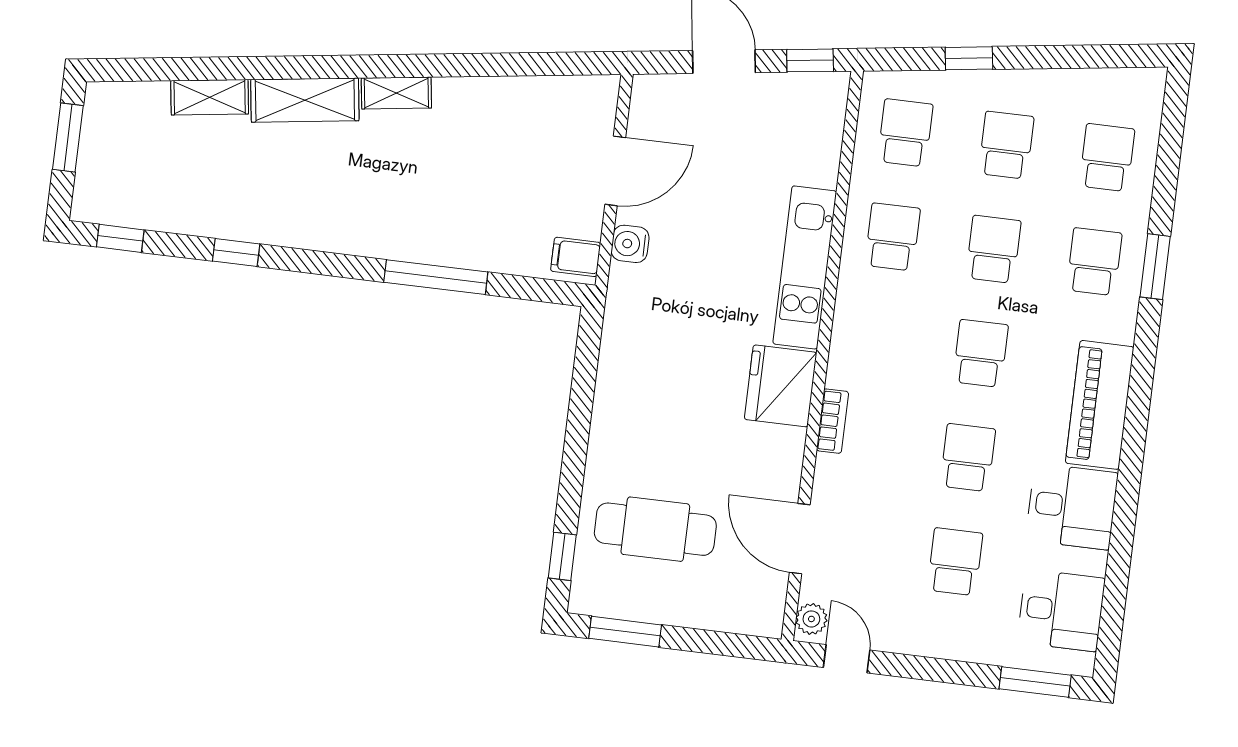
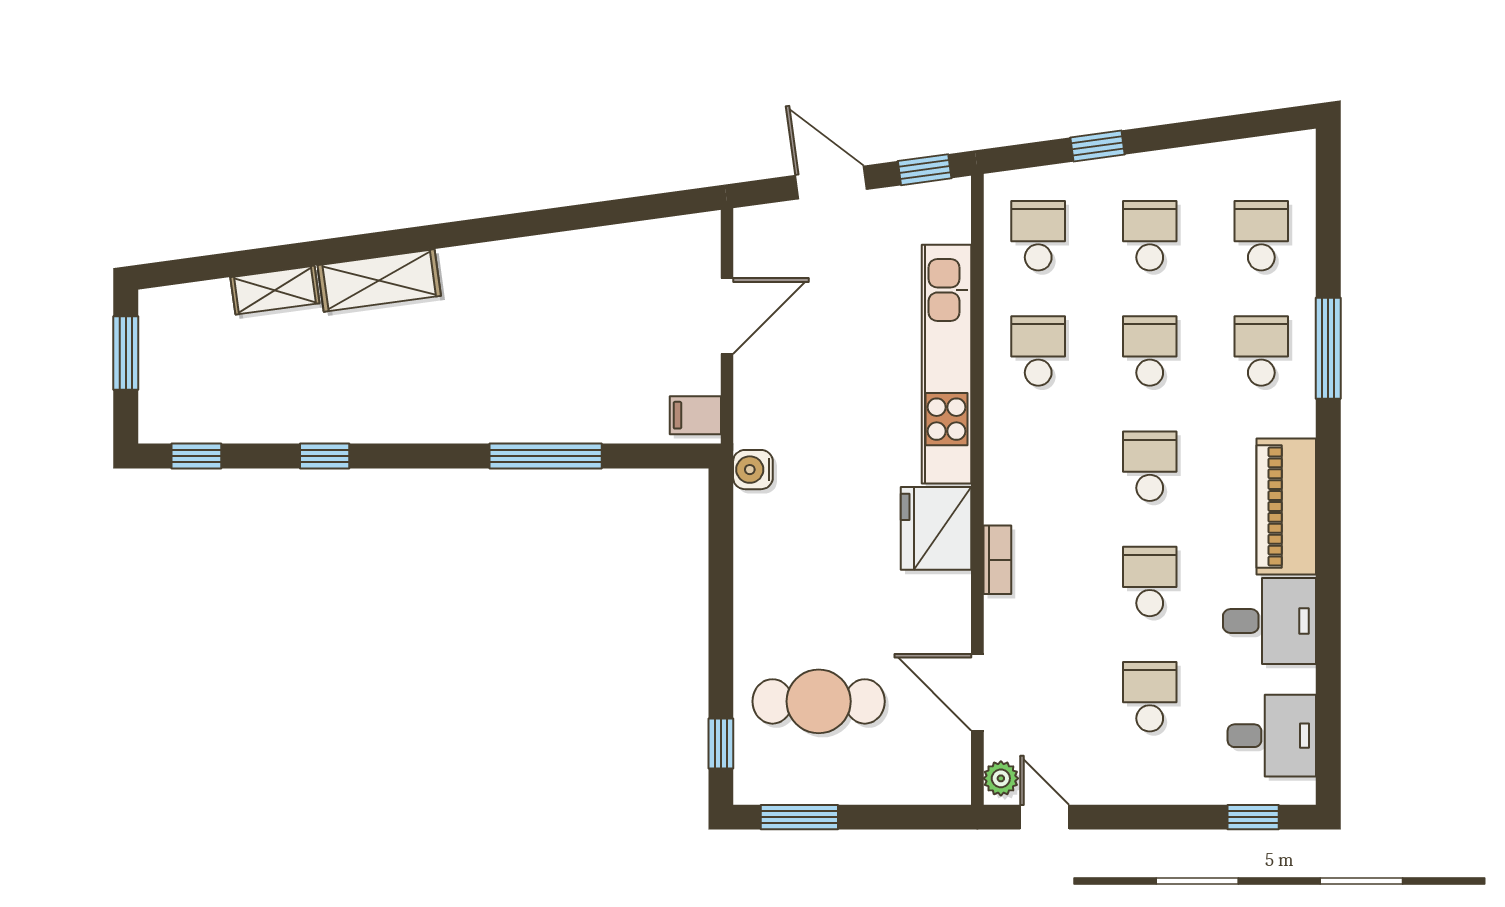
shelving: (396, 93) -> (478, 261), removed
water cooler: (630, 244) -> (753, 470), moved
kitchen unit: (805, 267) -> (947, 364), width x1.36
window: (1155, 267) -> (1328, 348), width x1.44
window: (1035, 682) -> (1253, 817), width x0.67

